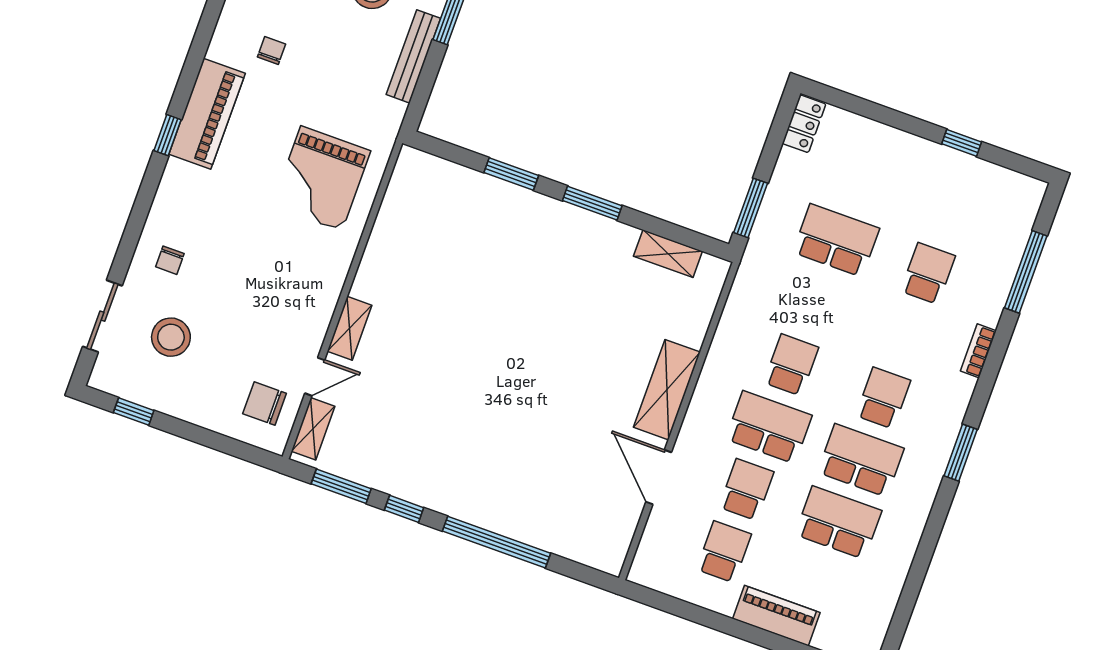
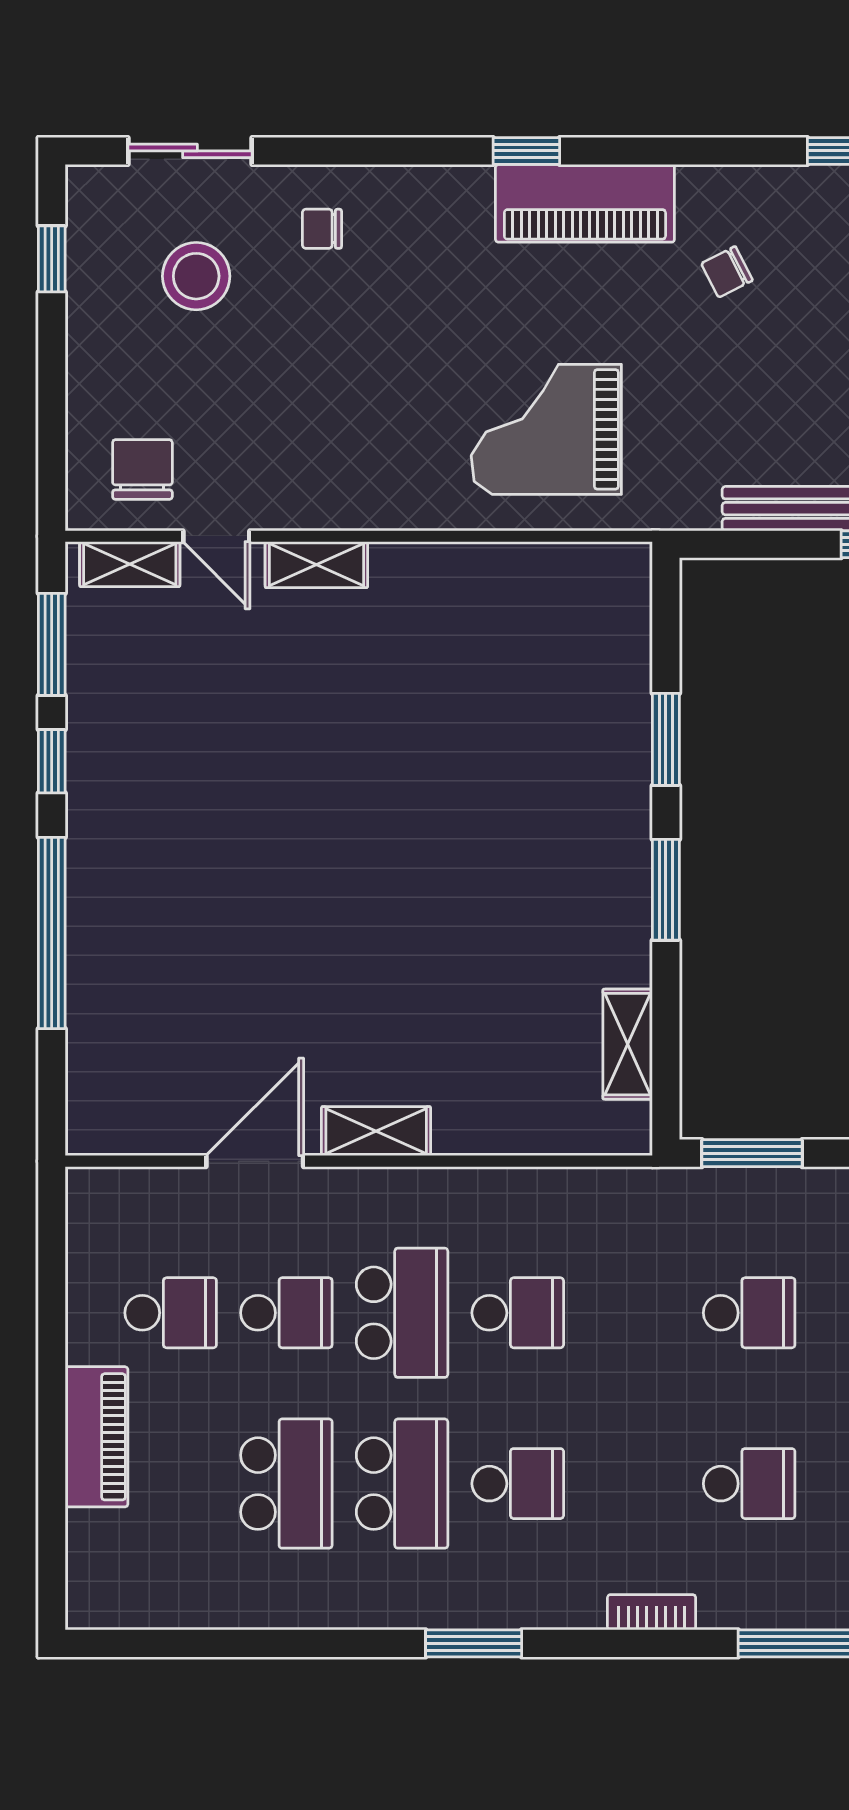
chair: (271, 51) -> (727, 272), turned 153
school desk: (836, 240) -> (749, 1313), width x0.54
shelving: (667, 390) -> (376, 1131), width x0.67, depth x0.75

